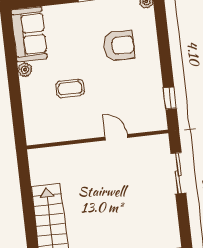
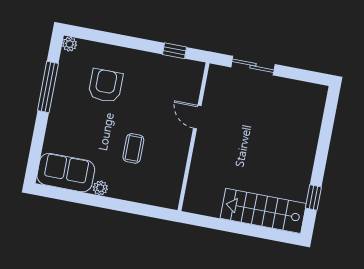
door: (116, 137) -> (197, 117), hinge flipped

